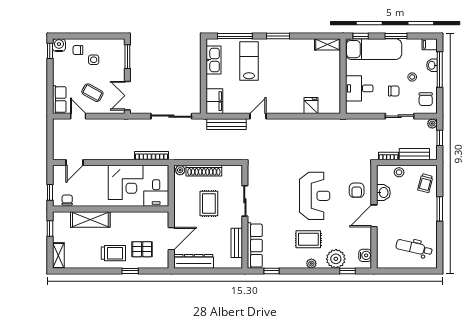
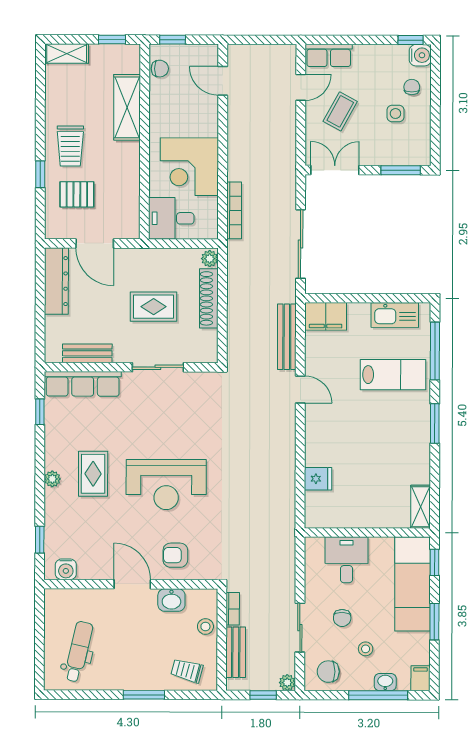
pallet: (142, 249) -> (77, 194), turned 90
plant: (336, 259) -> (60, 520), removed

